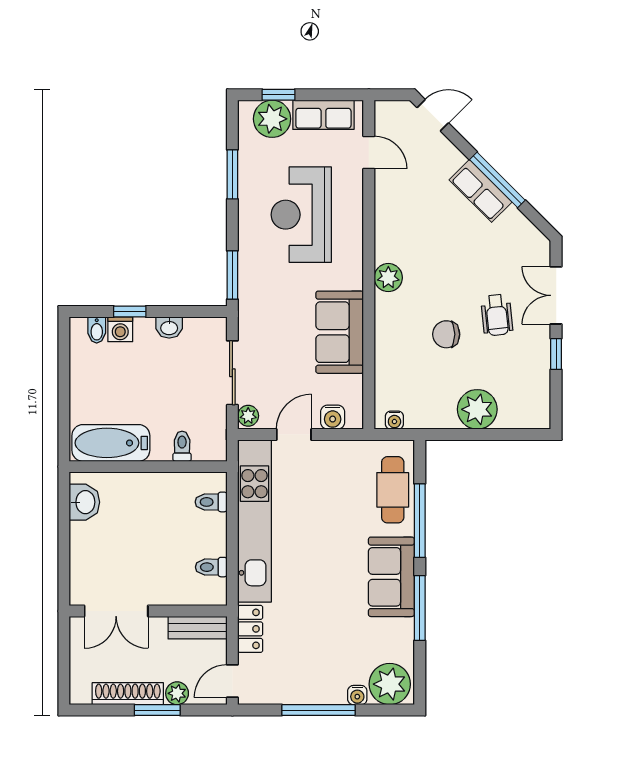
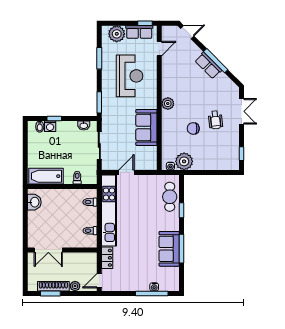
window: (279, 95) -> (145, 23), moved
door: (369, 153) -> (159, 49), hinge flipped
reception desk: (301, 215) -> (130, 76), turned 180
double door: (556, 295) -> (241, 111), swing flipped
washbasin: (169, 327) -> (84, 125), moved
window: (556, 354) -> (241, 154), moved
plant: (477, 409) -> (184, 161), moved
plant: (248, 416) -> (106, 164), removed
water cooler: (333, 417) -> (143, 165), removed
window: (420, 521) -> (182, 210), width x0.46
sofa: (391, 577) -> (169, 249), moved
bench: (198, 628) -> (84, 257), removed
plant: (390, 684) -> (168, 282), removed
window: (157, 710) -> (50, 293), moved
window: (318, 710) -> (152, 293), moved

